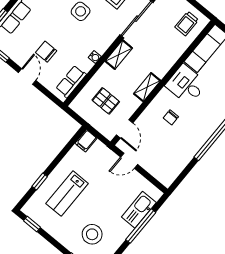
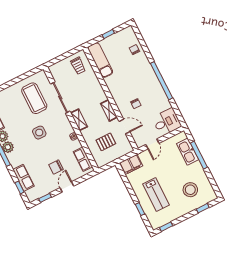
door: (27, 76) -> (67, 187), hinge flipped
desk: (186, 85) -> (167, 122), moved, turned 180
door: (125, 129) -> (124, 127), moved
filing cabinet: (86, 141) -> (131, 164), width x2.00

